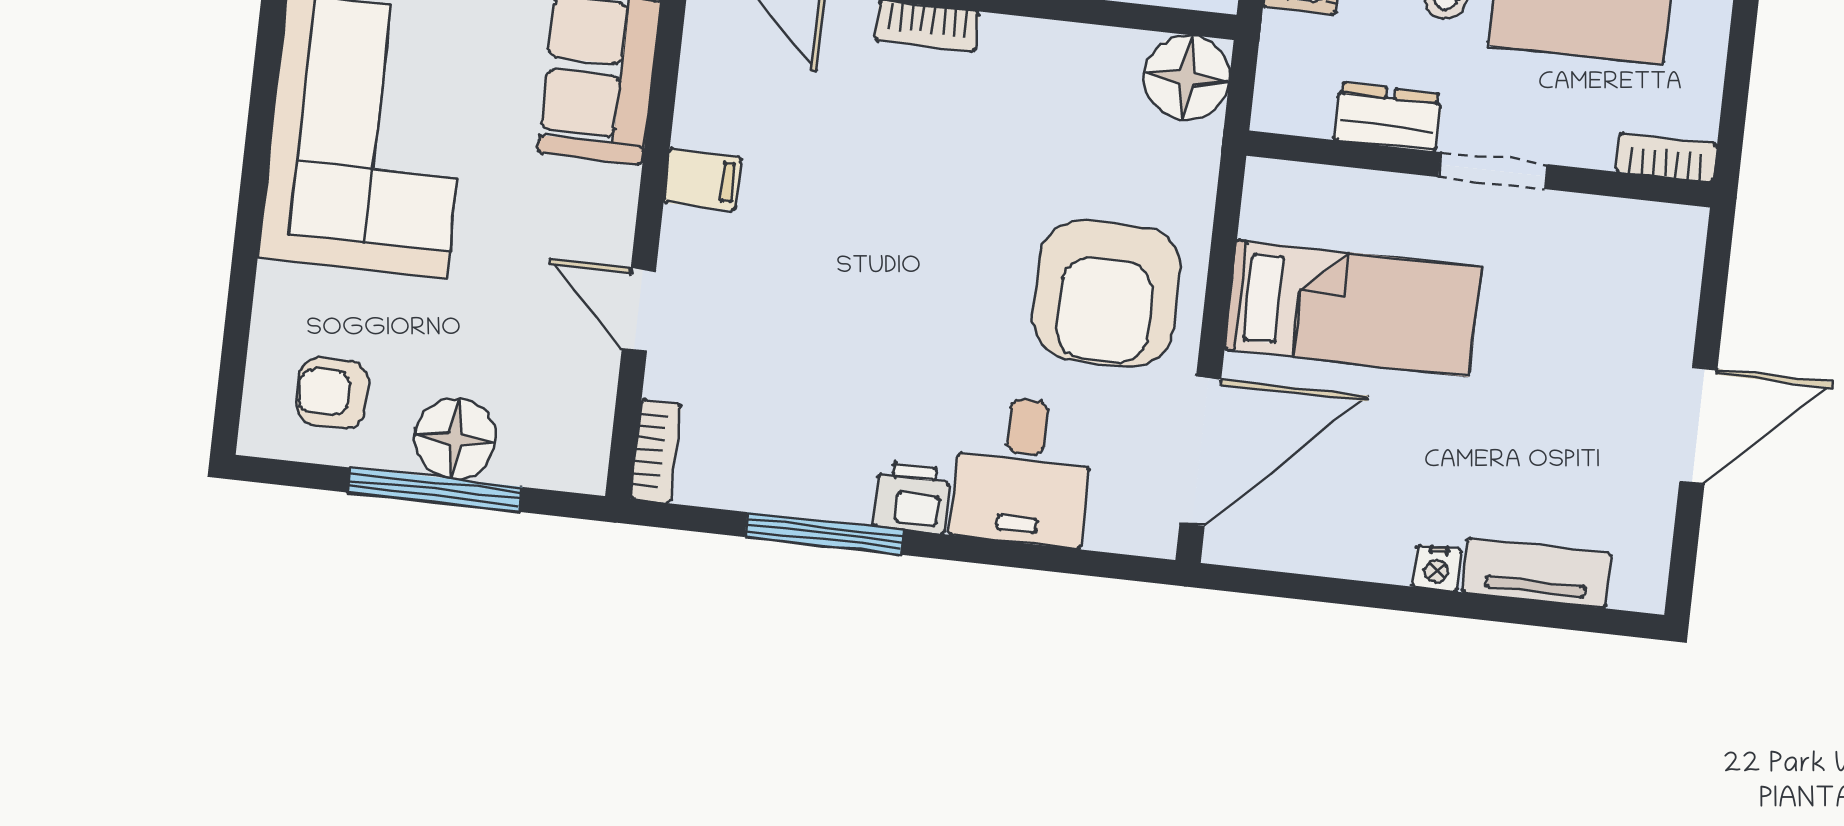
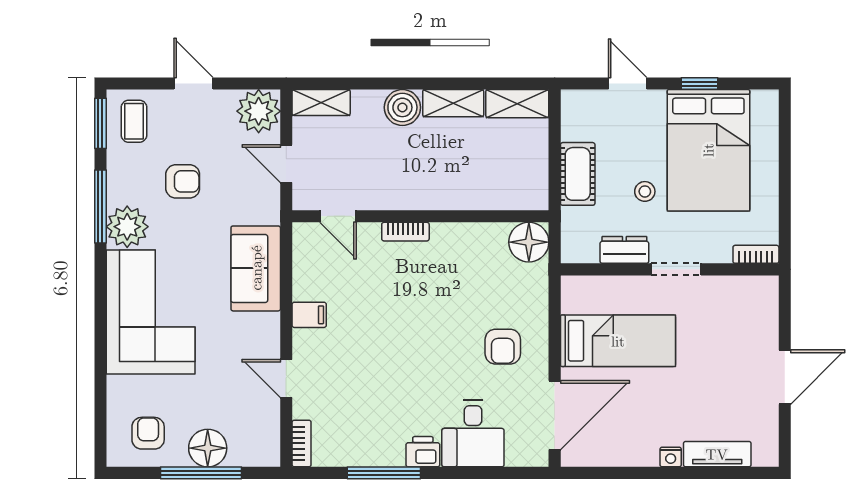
armchair: (1107, 293) -> (503, 347), width x0.53, depth x0.53
armchair: (332, 393) -> (148, 433), turned 90

